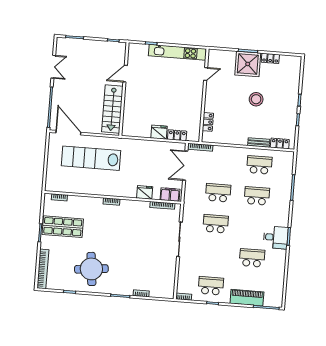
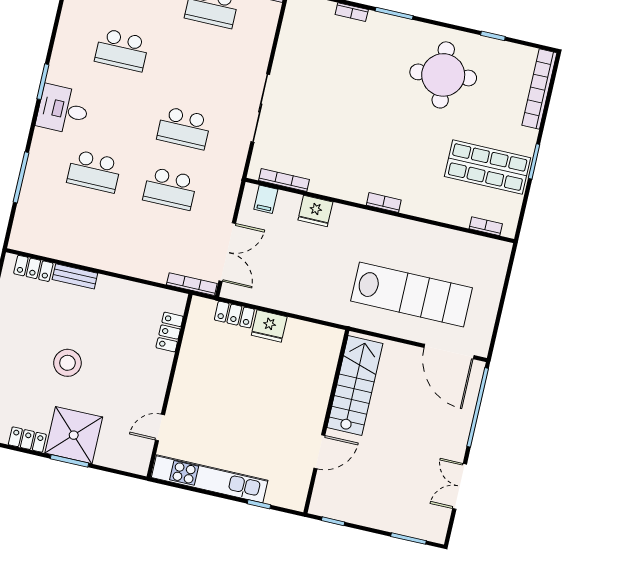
school desk: (259, 165) -> (80, 232), removed
filing cabinet: (170, 195) -> (266, 199), width x0.50
desk: (276, 237) -> (63, 110), moved

